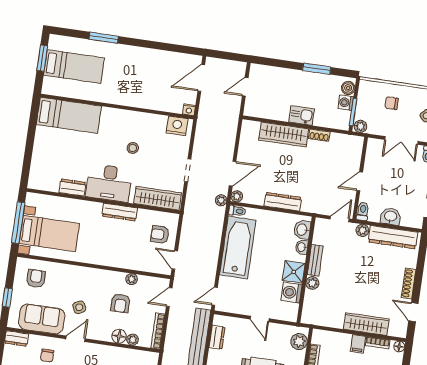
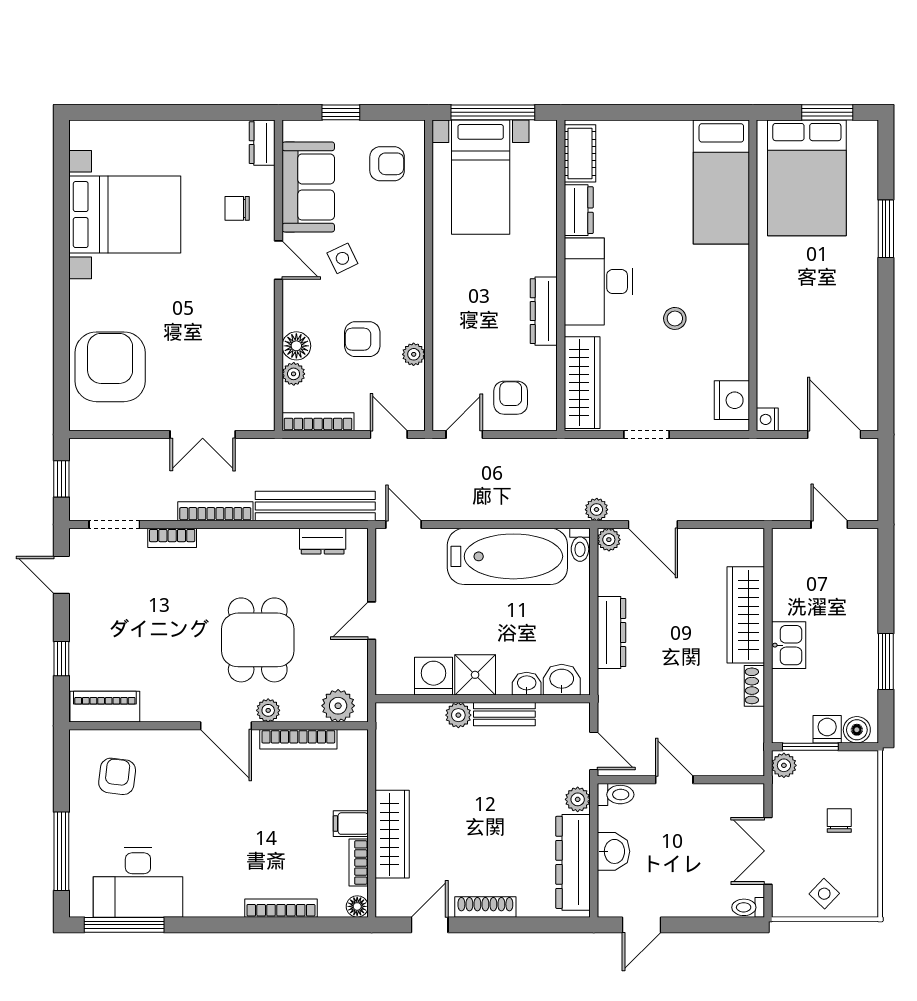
bed: (74, 66) -> (807, 178), width x1.50
cot: (45, 183) -> (580, 153), added

